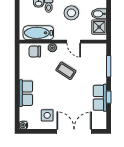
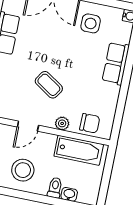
door: (74, 42) -> (28, 126), swing flipped

